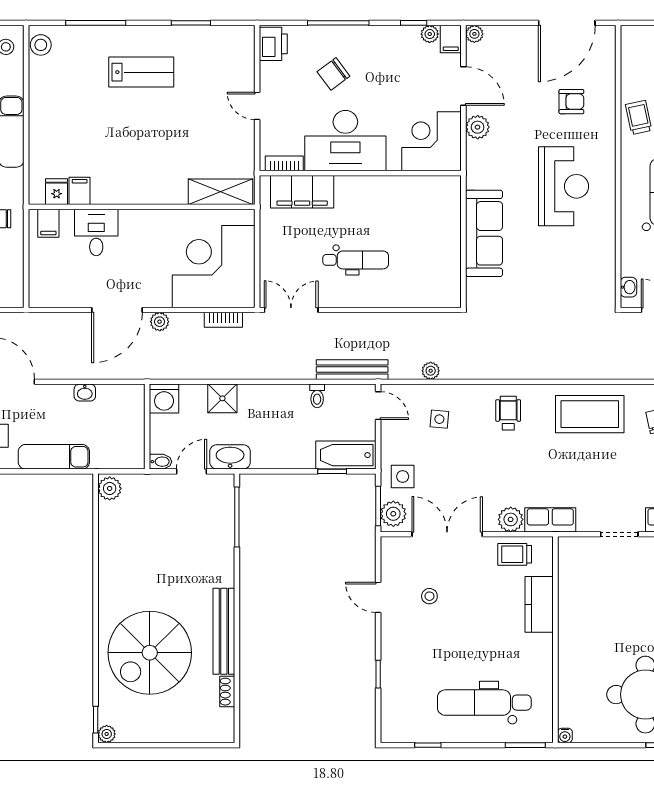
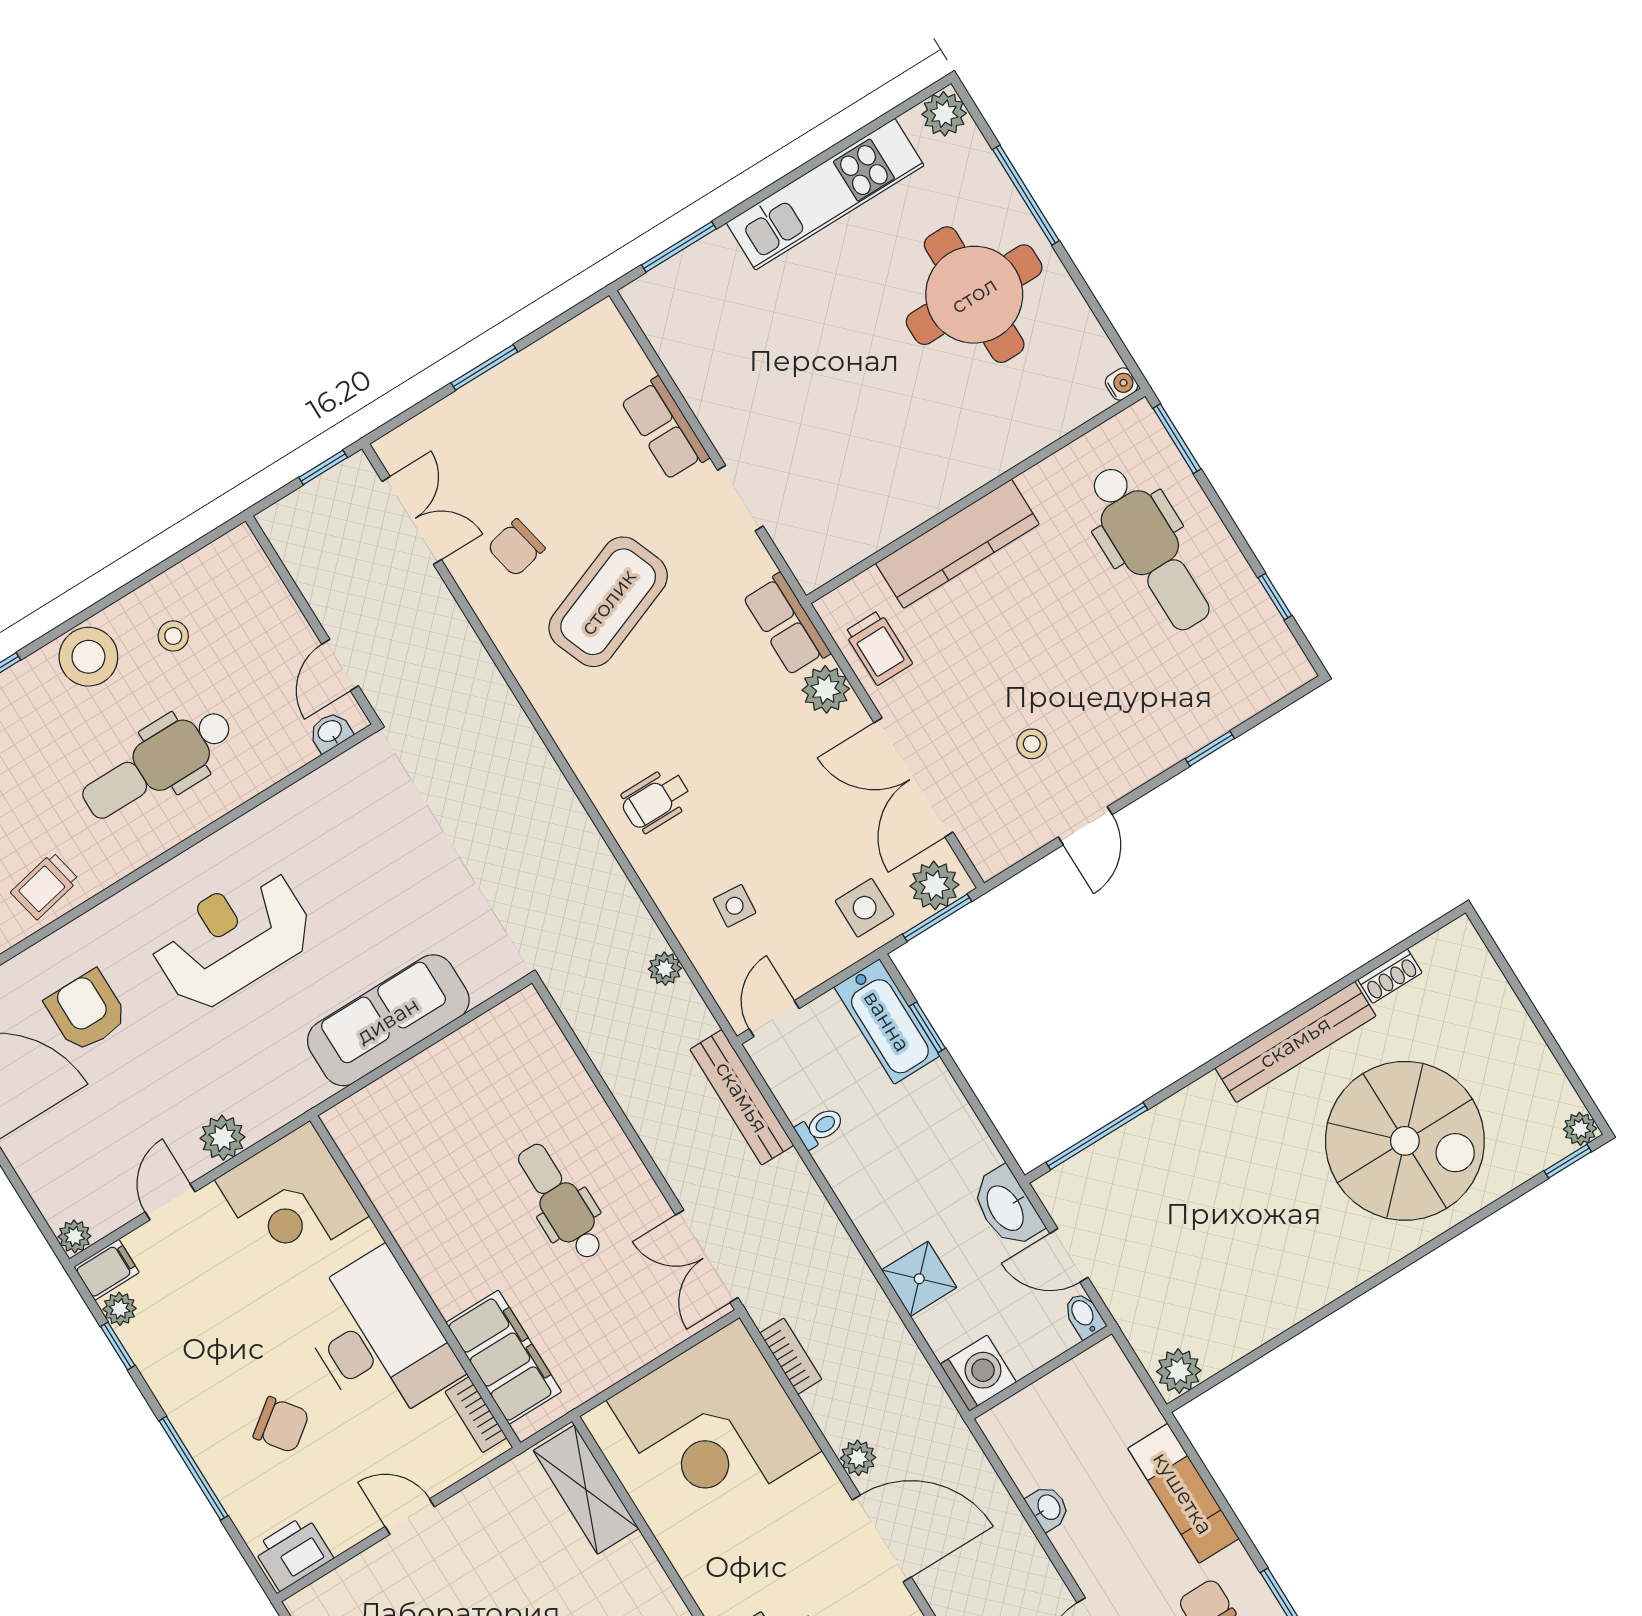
door: (463, 86) -> (170, 1202), width x0.73
armchair: (571, 102) -> (87, 1011), width x1.38, depth x1.38
door: (257, 106) -> (410, 1517), swing flipped
coffee table: (590, 414) -> (608, 602), moved, turned 69
kitchen counter: (539, 604) -> (957, 544), width x1.50

